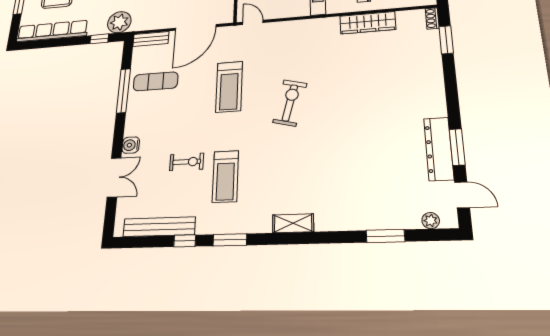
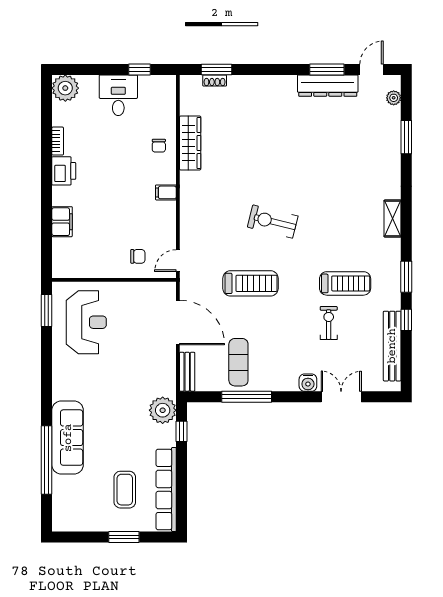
shoe rack: (432, 18) -> (215, 81), moved

